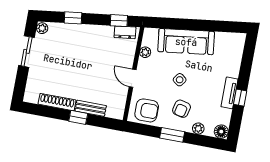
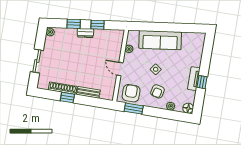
window: (119, 21) -> (98, 25), moved
dresser: (125, 32) -> (85, 33), moved
sliding door: (27, 51) -> (37, 61), moved
armchair: (147, 110) -> (131, 93), turned -90
window: (78, 117) -> (67, 98), moved
window: (172, 135) -> (134, 109), moved

